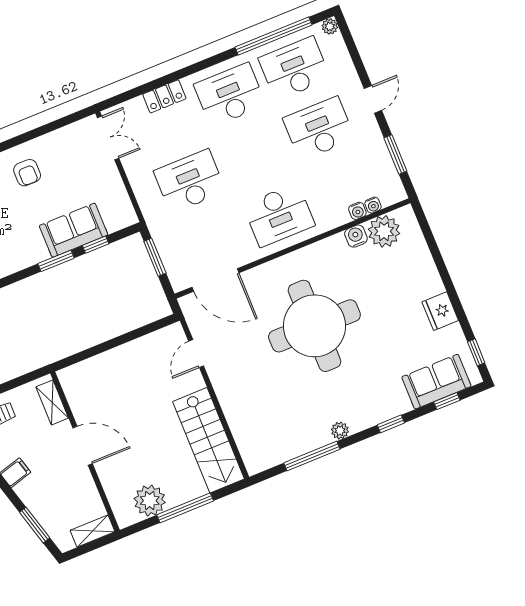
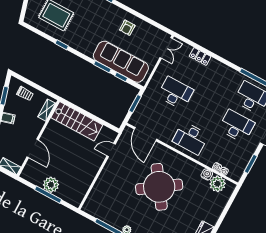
desk: (230, 95) -> (221, 81), removed
sofa: (74, 230) -> (121, 62), width x1.85, depth x1.27
round table: (314, 326) -> (159, 187), turned -35
stairs: (208, 440) -> (77, 121), moved, turned -90
door: (83, 446) -> (33, 148), moved
plant: (150, 501) -> (51, 185), moved

